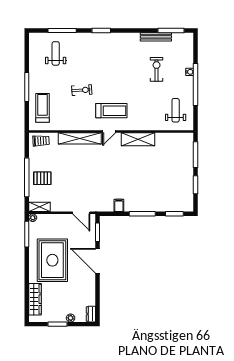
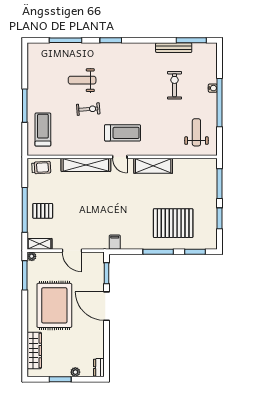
weight bench: (56, 53) -> (82, 80), moved, turned -90
door: (109, 131) -> (120, 157), hinge flipped
pallet: (155, 189) -> (173, 223), added
filing cabinet: (119, 205) -> (115, 242), moved
door: (81, 213) -> (72, 251), moved

